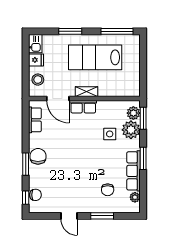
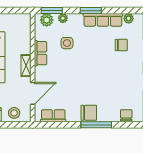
row of seats: (83, 107) -> (40, 53), moved
plant: (131, 130) -> (63, 18), width x0.53, depth x0.53
chair: (38, 156) -> (89, 113), turned 180
window: (26, 164) -> (96, 125), width x1.44
window: (26, 198) -> (129, 125), removed

